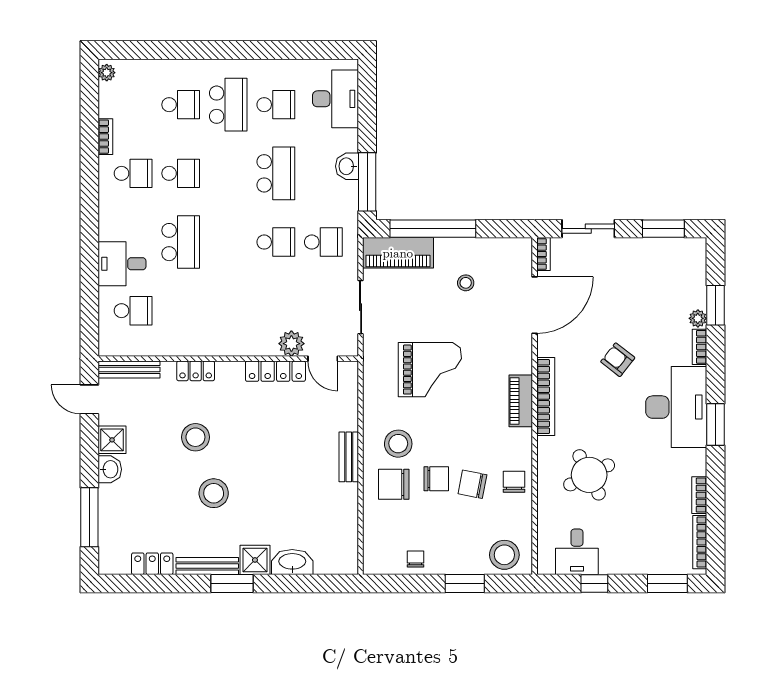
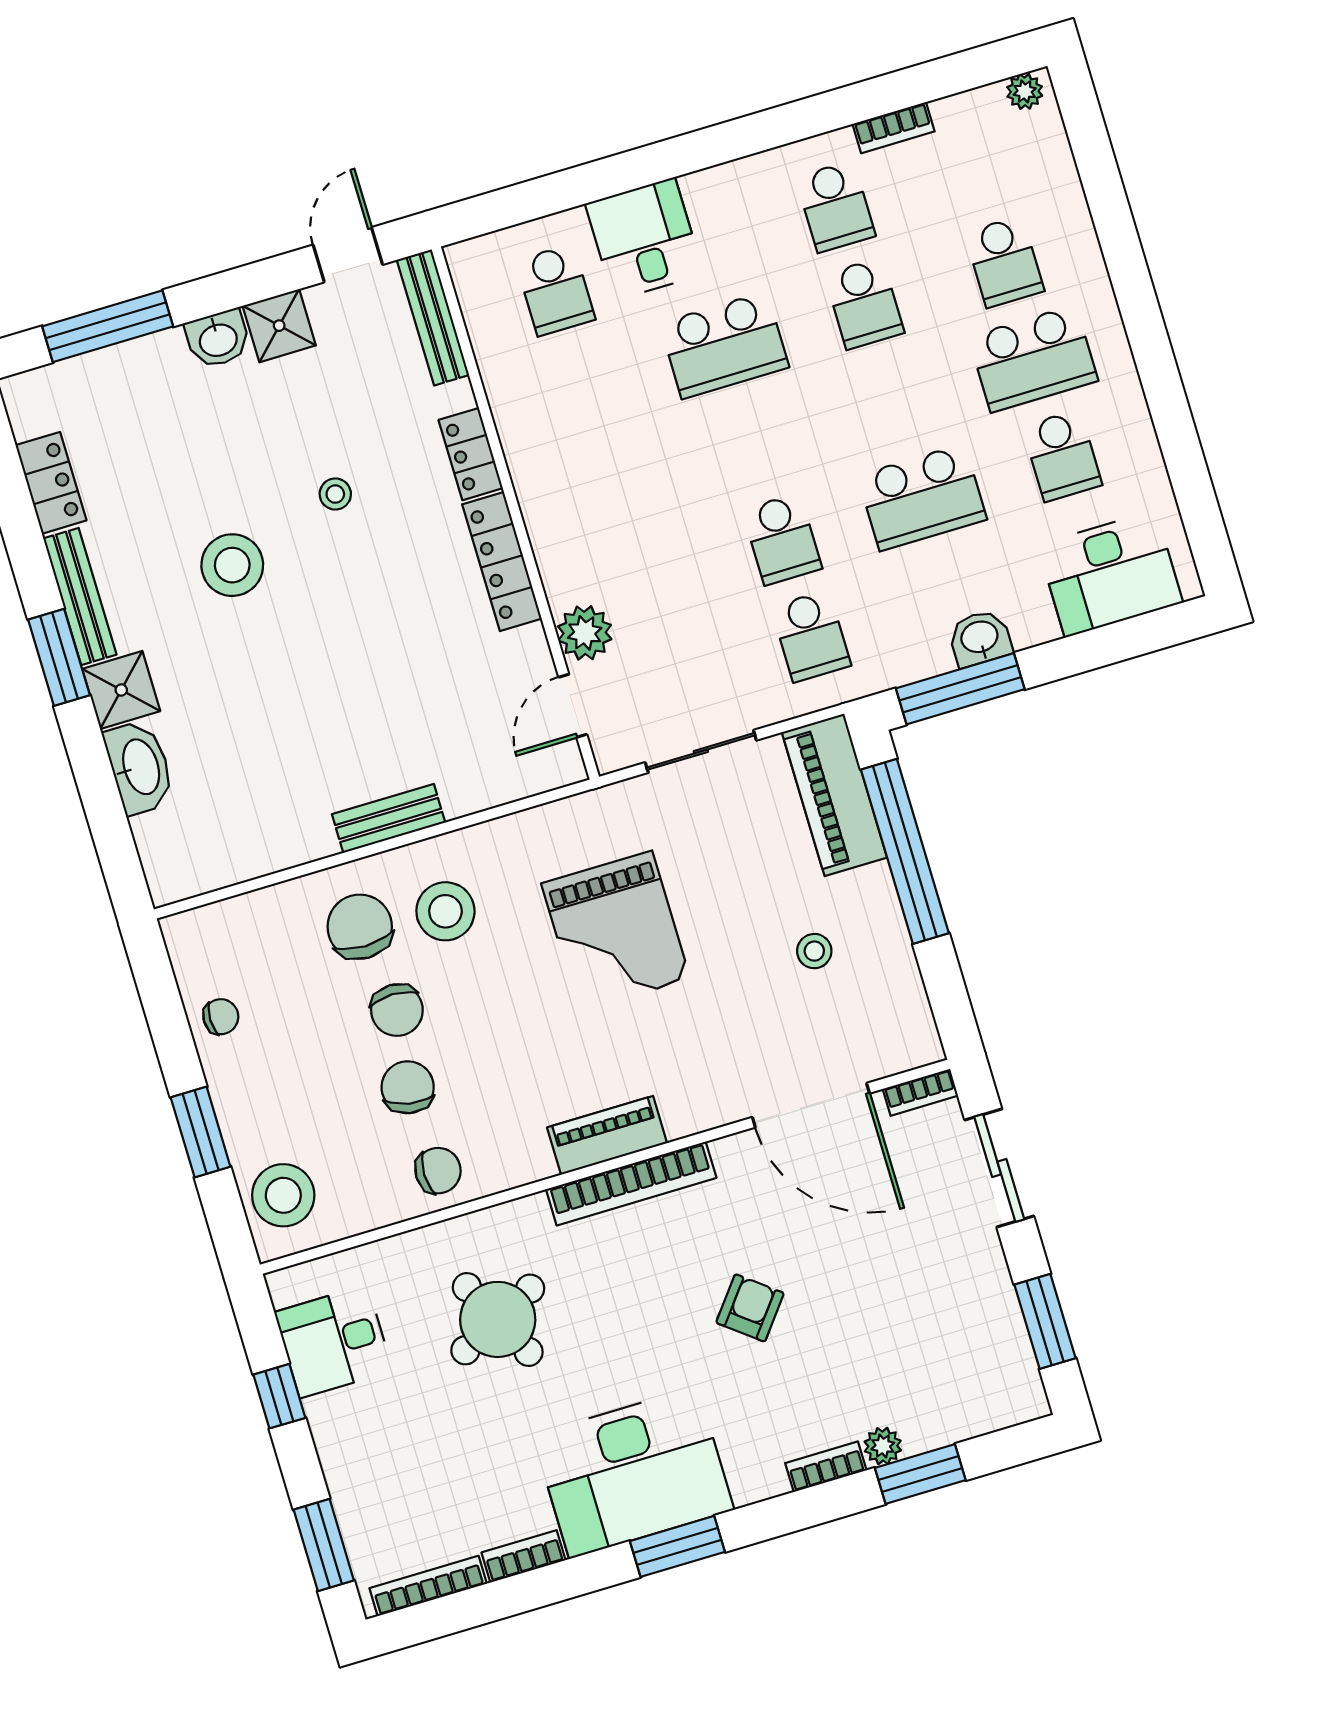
locker: (275, 371) -> (502, 561), moved
desk: (676, 407) -> (633, 1473), moved
stool: (195, 437) -> (335, 494), width x0.53, depth x0.53

